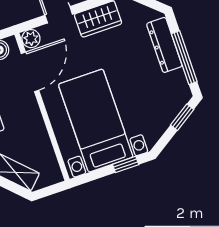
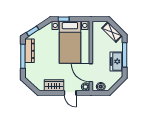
dresser: (164, 45) -> (30, 51), moved
door: (30, 72) -> (91, 73), hinge flipped

